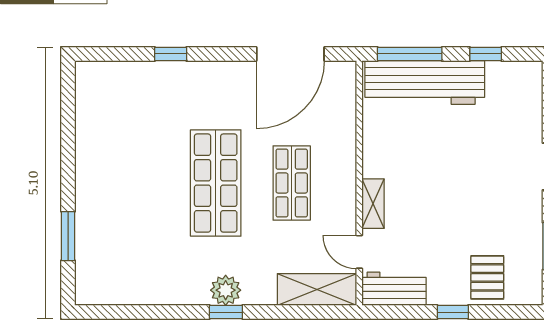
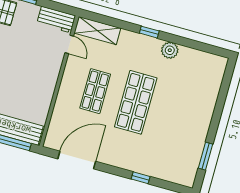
shelving: (373, 204) -> (55, 68), removed
window: (68, 236) -> (206, 156), moved
plant: (226, 290) -> (170, 50), moved

